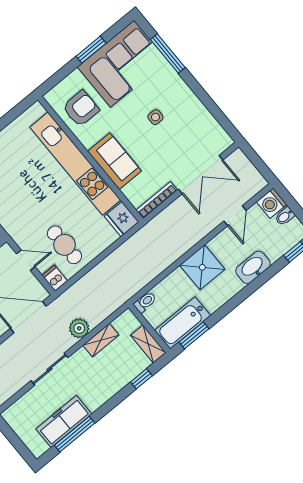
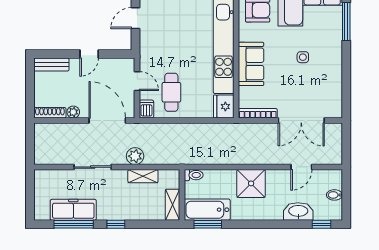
washing machine: (271, 203) -> (333, 179), removed
washbasin: (253, 267) -> (298, 211), moved
window: (141, 379) -> (116, 224), moved

